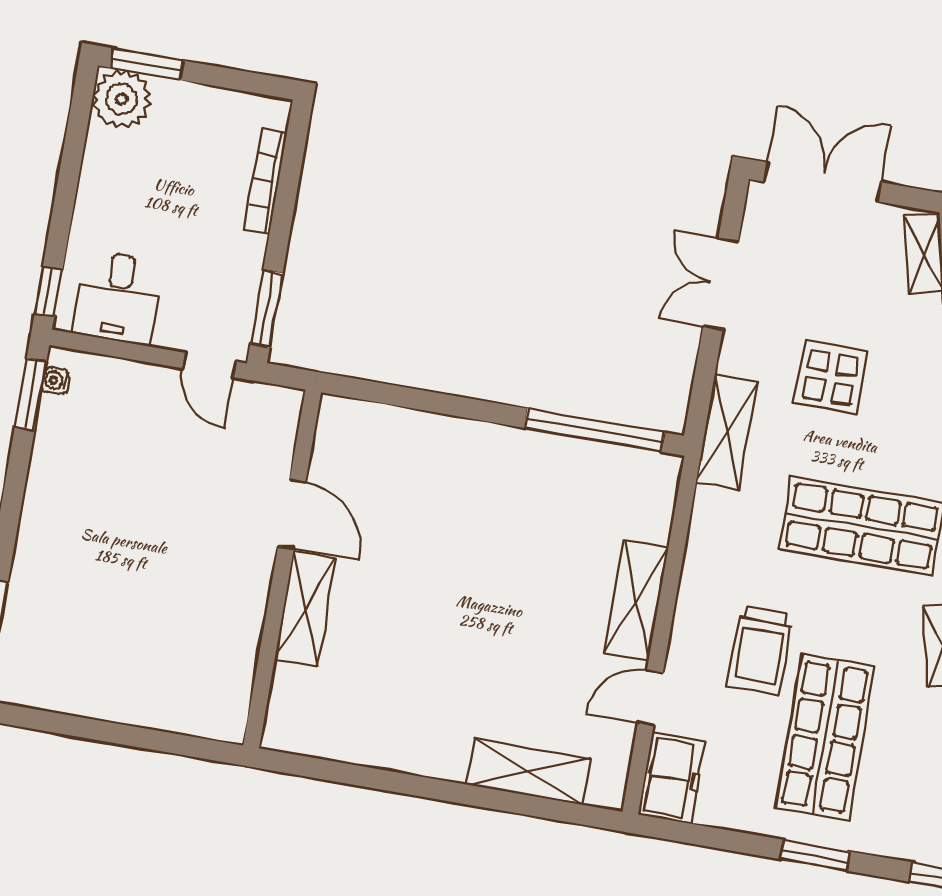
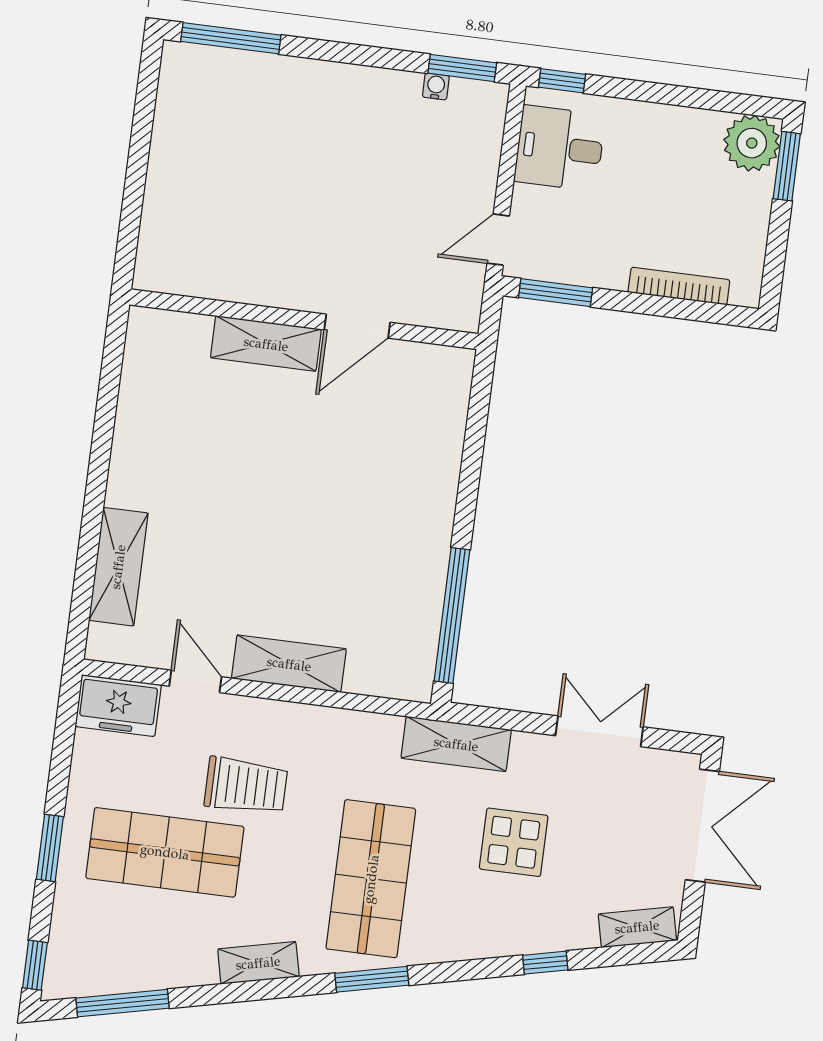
water cooler: (56, 381) -> (436, 86), moved
trolley: (760, 650) -> (246, 786), turned 180

